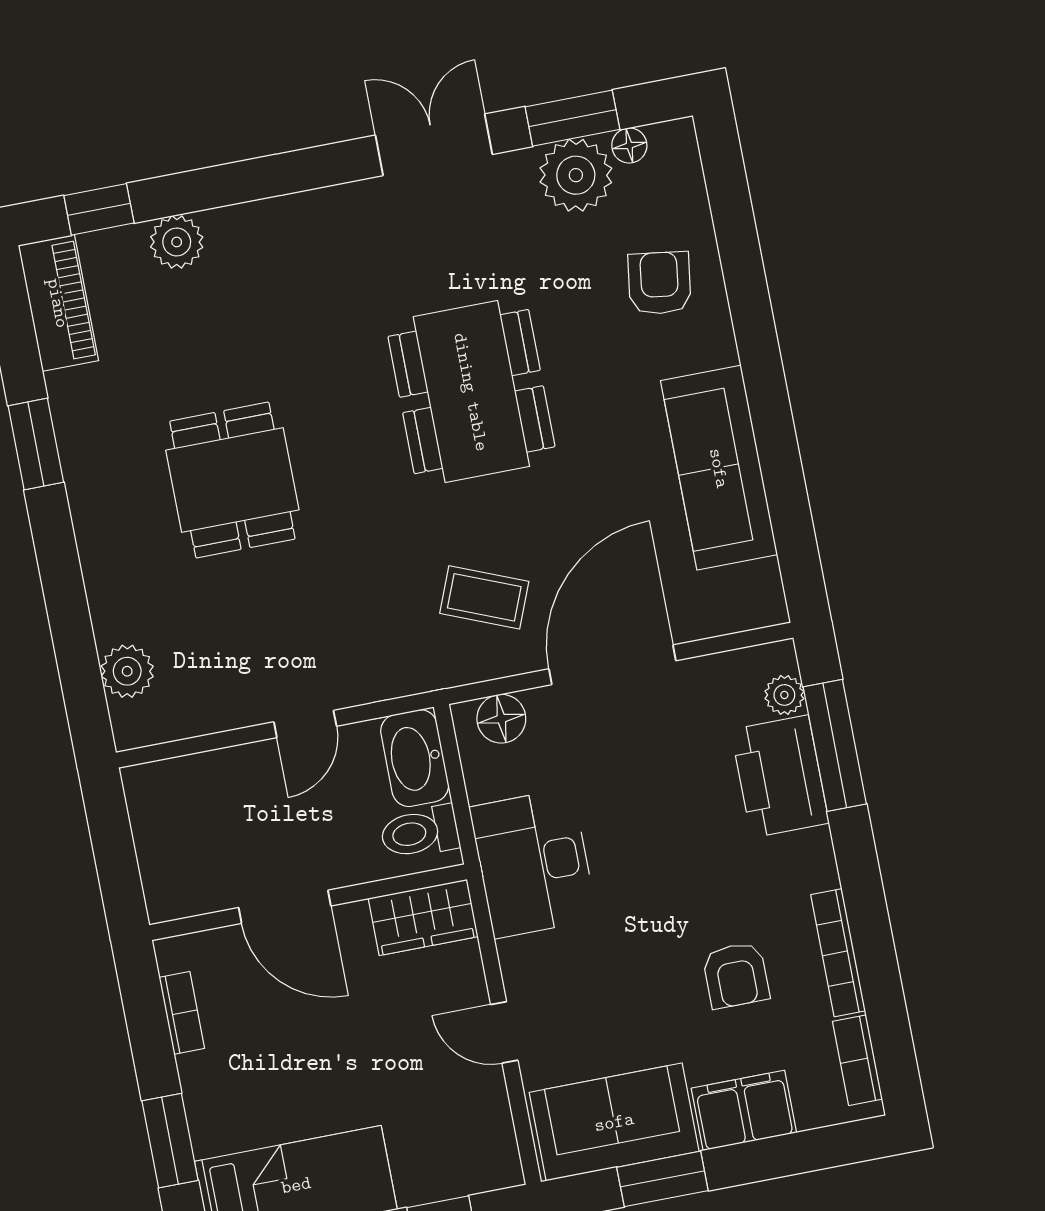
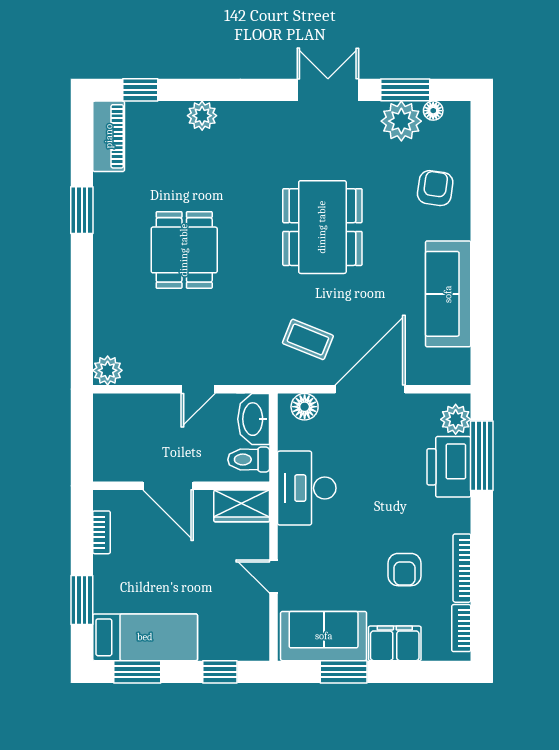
plant: (177, 242) -> (202, 116), moved
plant: (127, 671) -> (108, 370), moved
plant: (784, 695) -> (456, 419), width x1.38, depth x1.38

